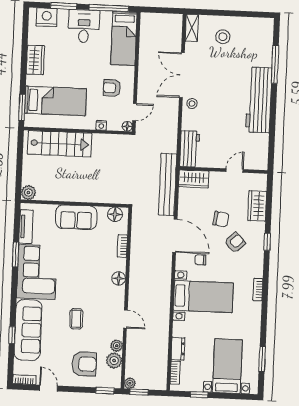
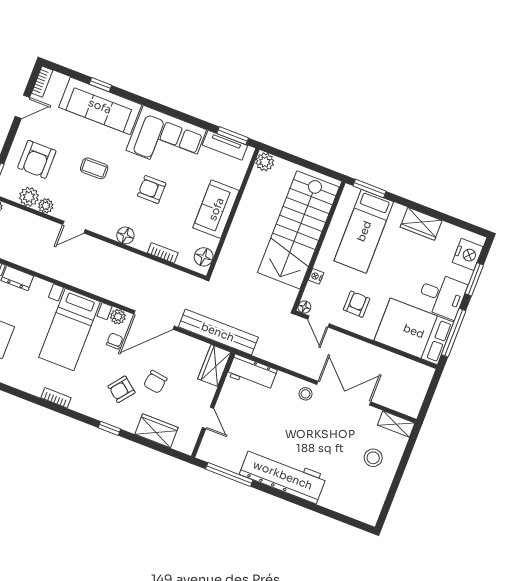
bed: (124, 38) -> (414, 331), width x1.50
window: (275, 64) -> (229, 475), moved
stairs: (60, 144) -> (298, 230), width x1.36, depth x1.51
armchair: (235, 243) -> (122, 389), turned 82
window: (16, 254) -> (233, 136), moved
plant: (181, 264) -> (118, 317), added
armchair: (78, 270) -> (152, 190), added

